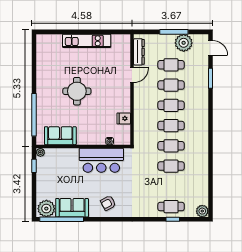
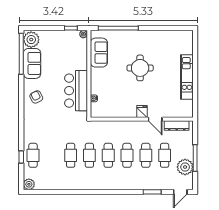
fridge: (124, 118) -> (142, 111), moved

